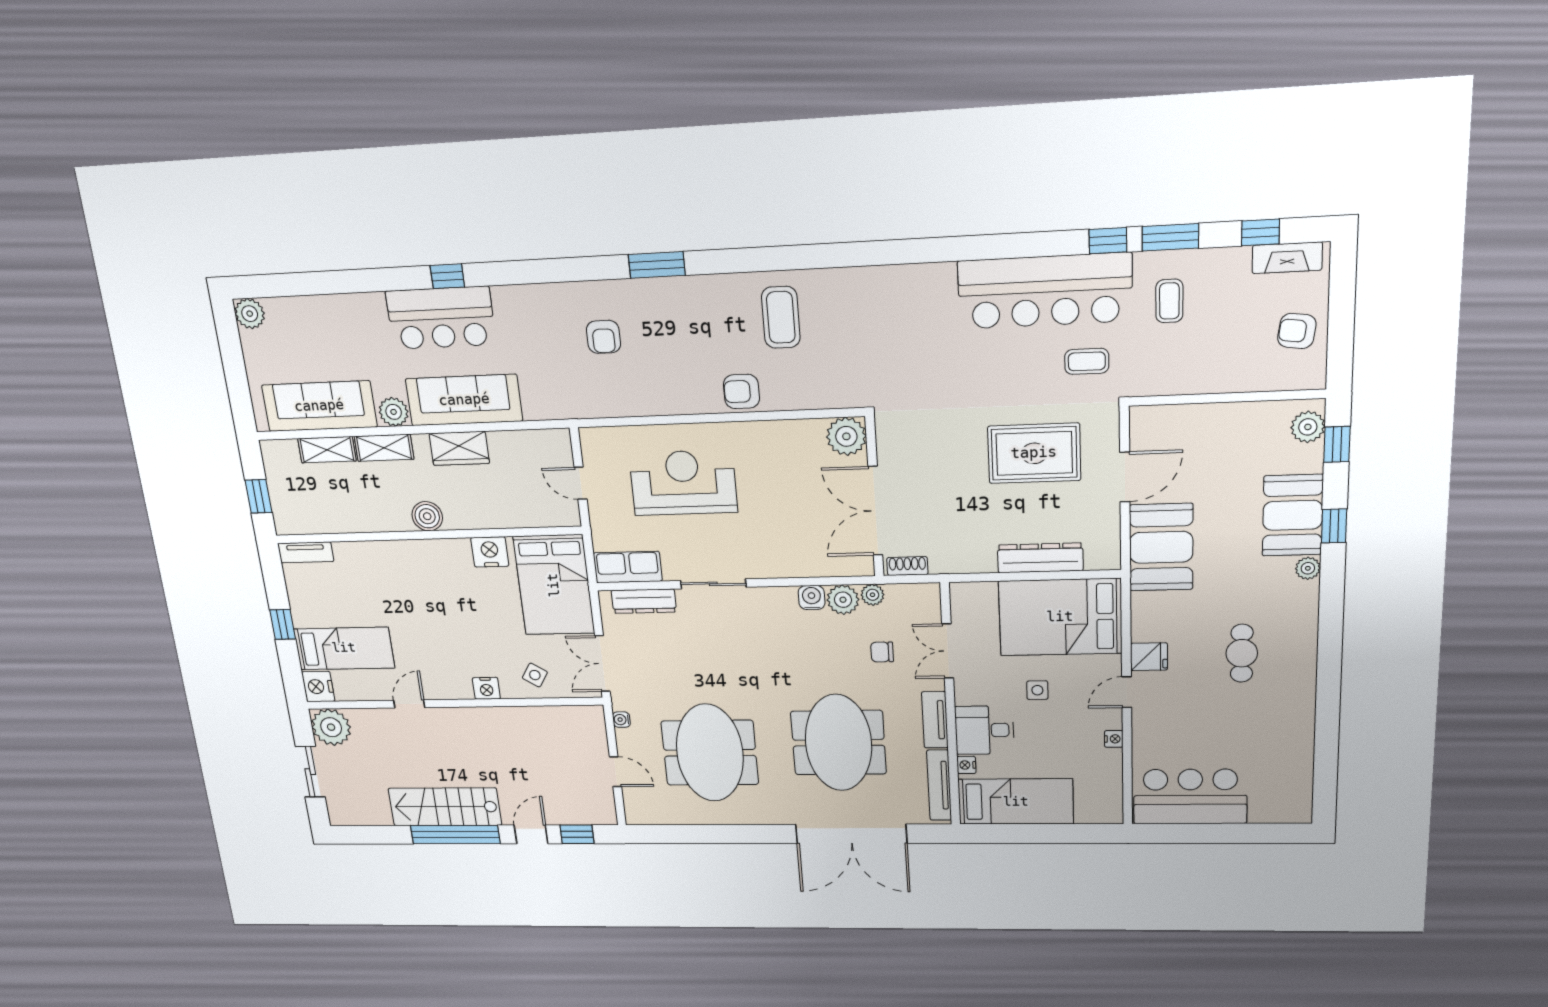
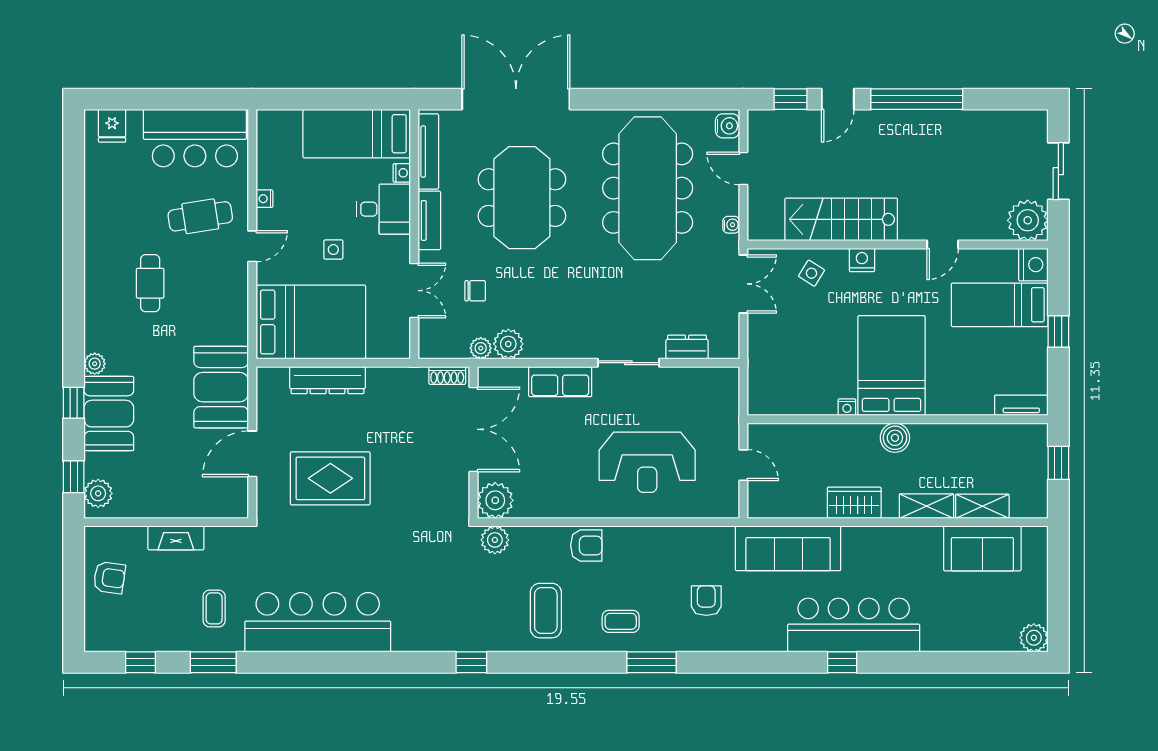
window: (1108, 241) -> (471, 662), moved
fireplace: (1287, 258) -> (176, 538), moved, turned 180
bar counter: (441, 318) -> (854, 625), width x1.36
coffee table: (1087, 361) -> (621, 621), moved
sofa: (464, 400) -> (788, 548), moved
sofa: (319, 406) -> (982, 548), width x0.73
plant: (394, 412) -> (495, 540), moved
nightstand: (490, 552) -> (847, 407), width x0.53, depth x0.56
row of seats: (628, 567) -> (560, 382), moved
bed: (554, 585) -> (891, 366), moved
water cooler: (812, 598) -> (727, 126), moved, turned -90
dresser: (644, 601) -> (687, 347), width x0.70
fridge: (1149, 657) -> (112, 126), moved, turned -90
cafe table: (1185, 721) -> (200, 216), added
meeting table: (710, 753) -> (648, 188), width x1.36
stairs: (445, 807) -> (841, 219), moved, turned 180

